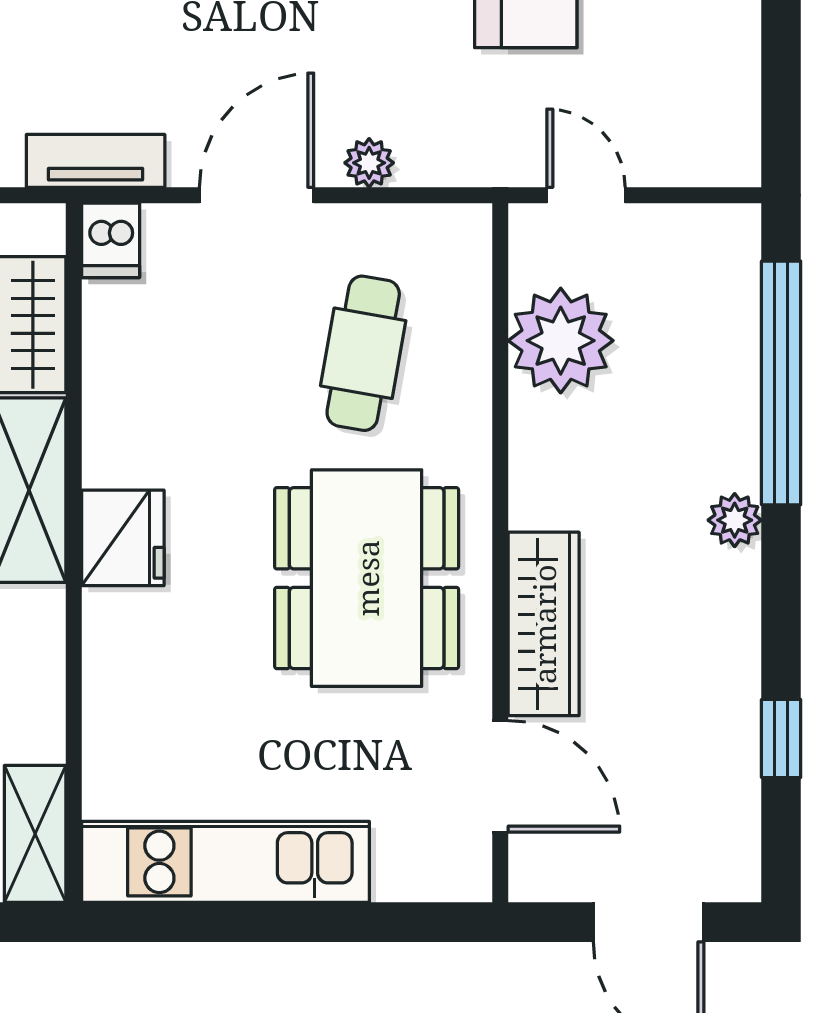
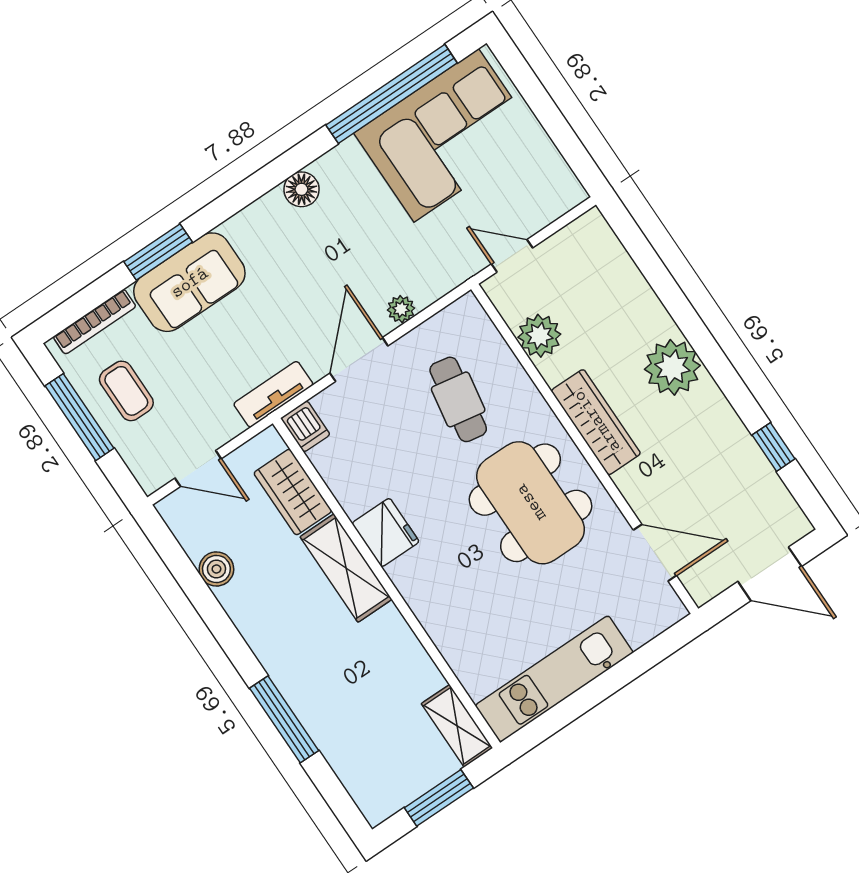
plant: (561, 341) -> (539, 336), width x0.73, depth x0.73
window: (781, 383) -> (662, 282), removed
plant: (735, 520) -> (672, 367), width x1.87, depth x1.87
fridge: (123, 538) -> (386, 532), moved
wardrobe: (544, 624) -> (596, 422), moved

